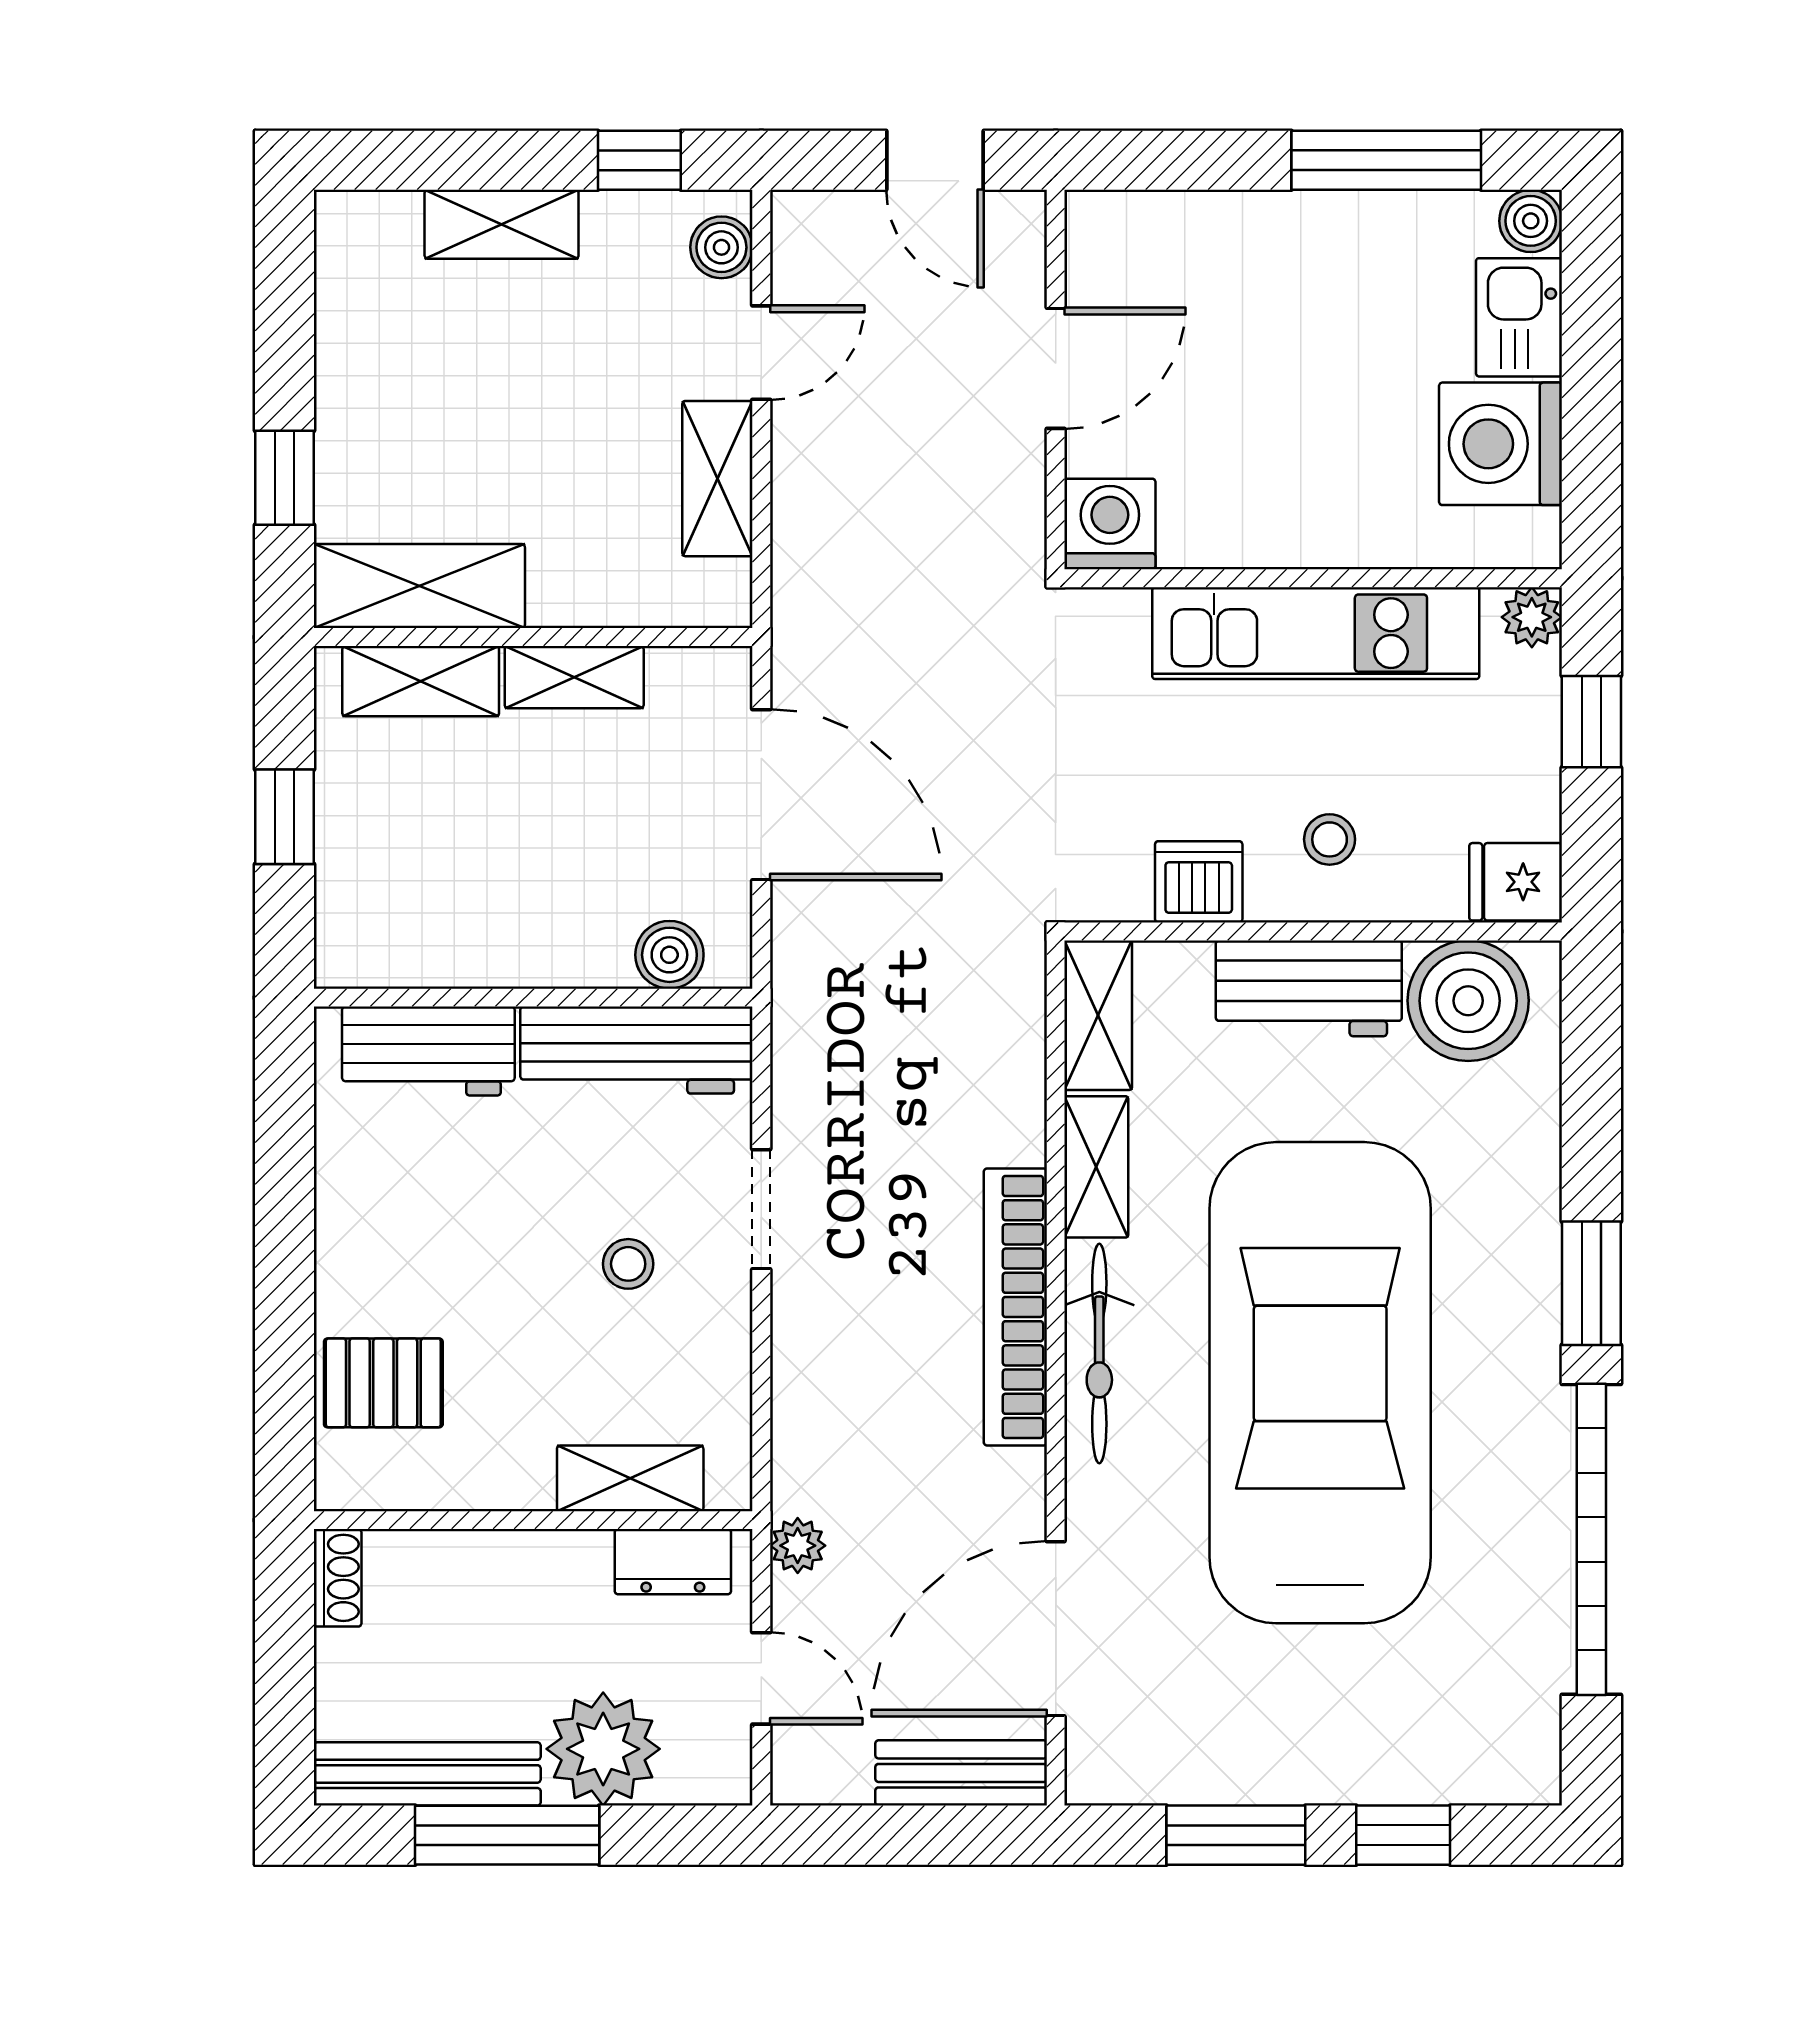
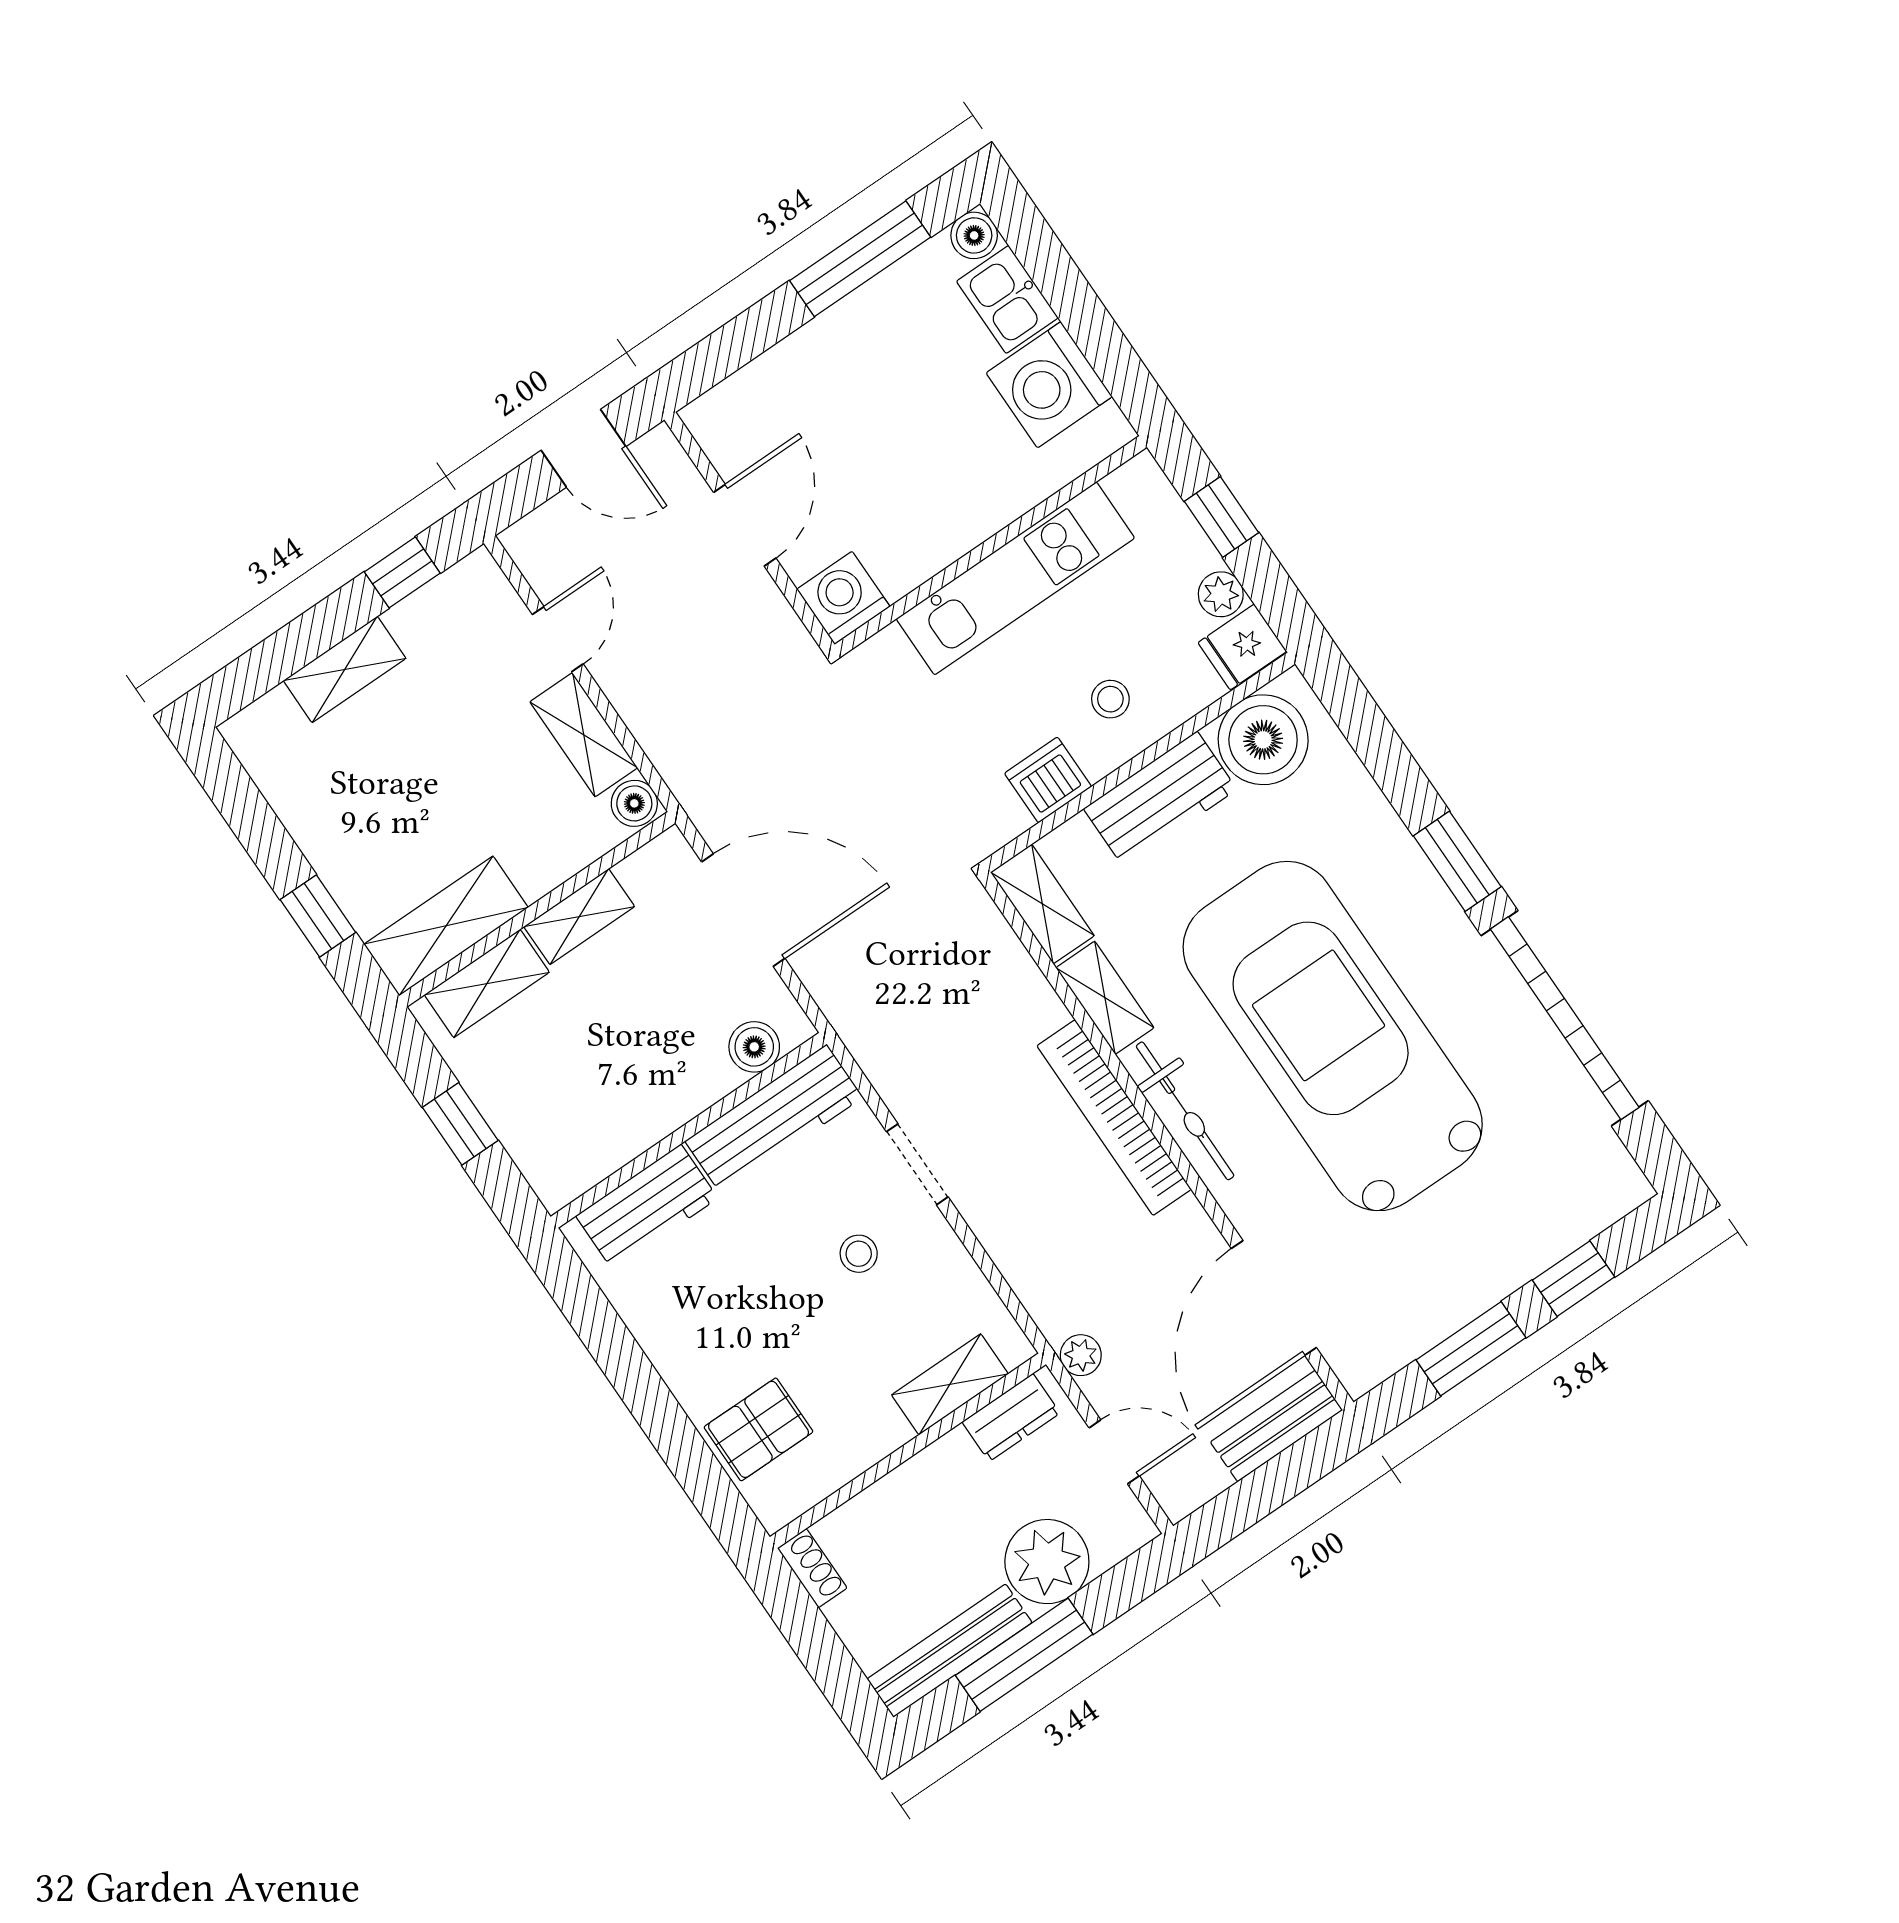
boiler: (721, 247) -> (634, 803), moved
plant: (1532, 617) -> (1221, 594), moved

